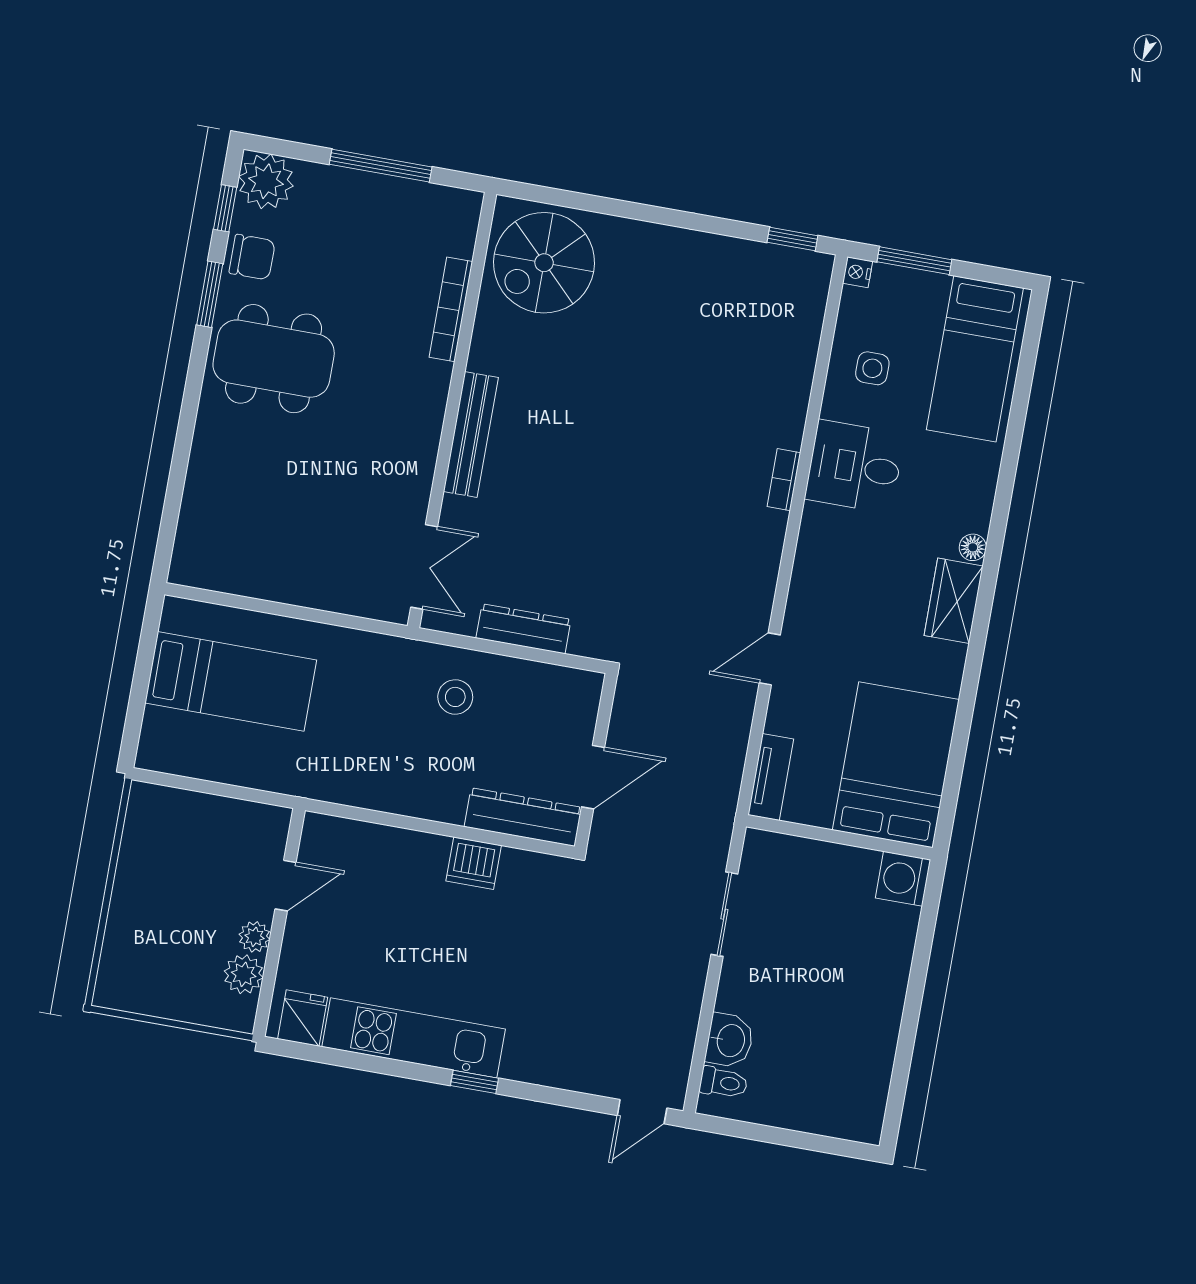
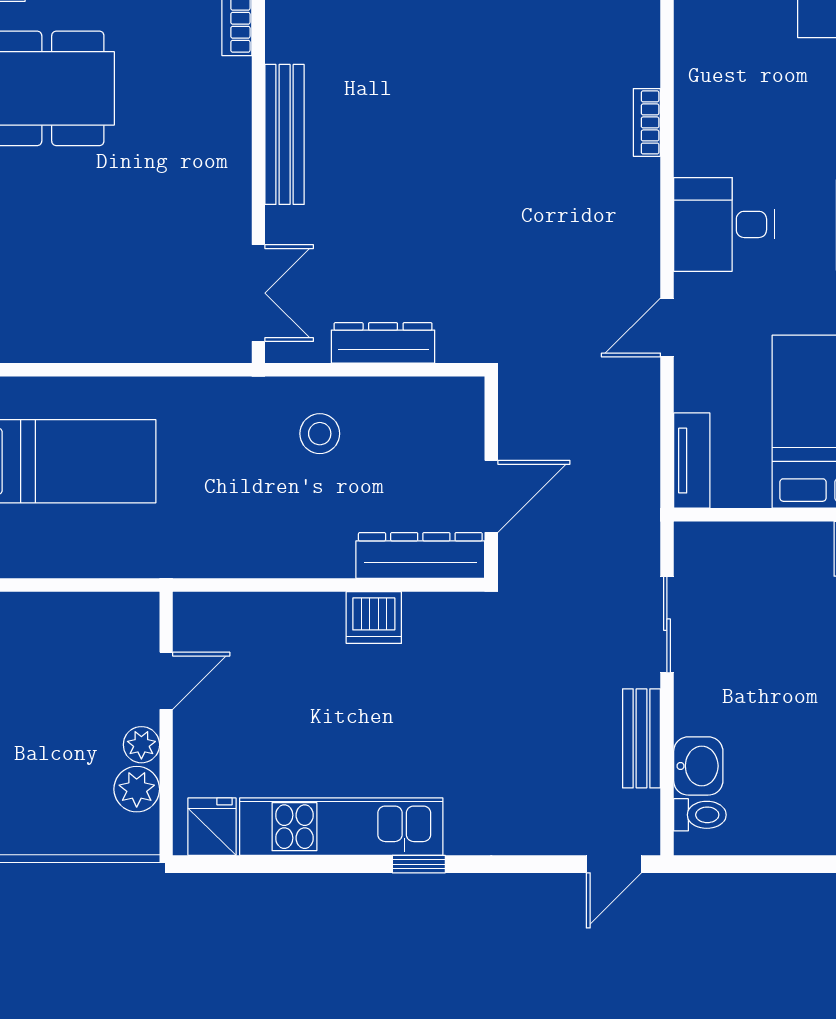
desk: (855, 467) -> (724, 224), moved
bench: (685, 1008) -> (641, 738), added

